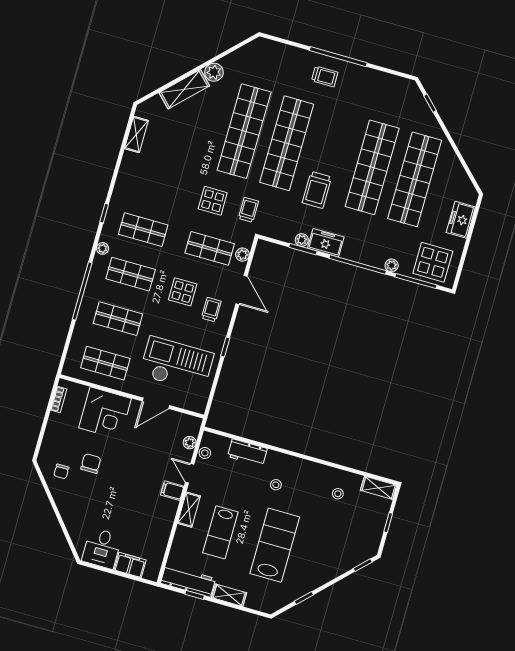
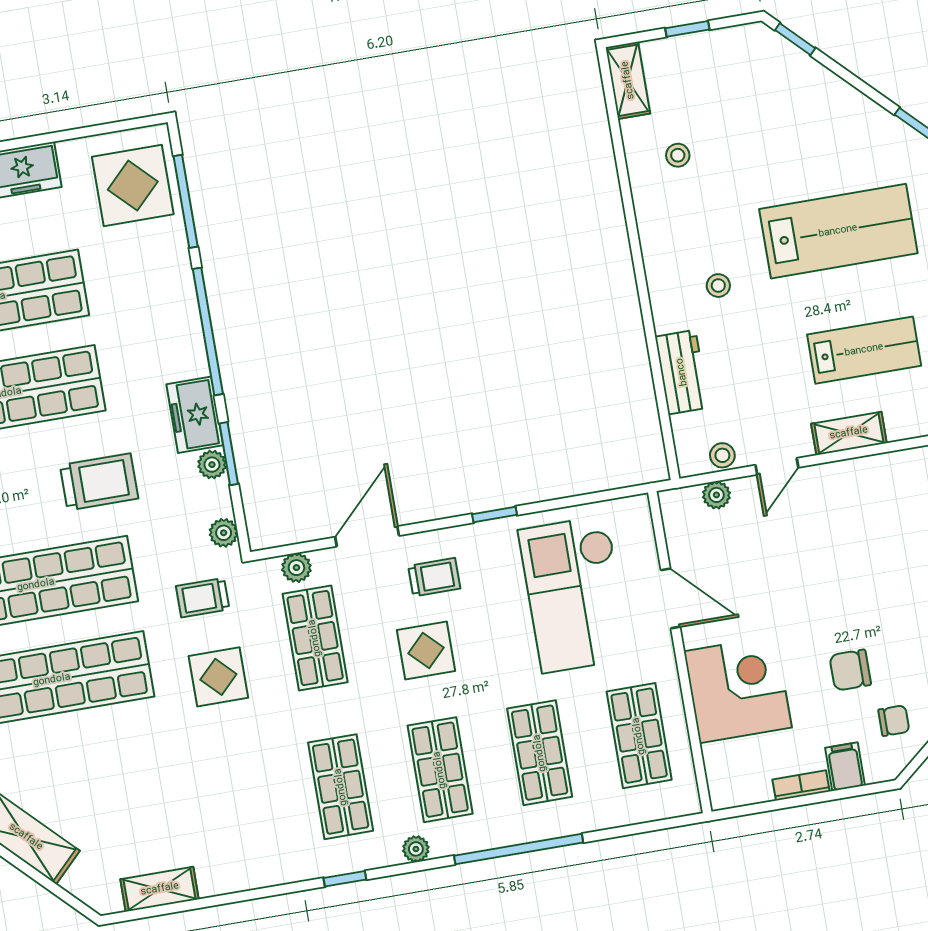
plant: (392, 265) -> (224, 533), moved
trolley: (211, 310) -> (434, 577), turned 180
bookcase: (59, 400) -> (801, 785), moved
filing cabinet: (172, 491) -> (845, 767), moved, turned 180
lab bench: (275, 545) -> (838, 231), turned 180

